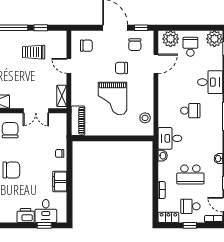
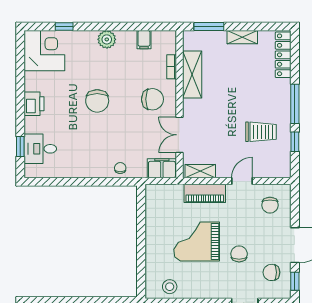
trolley: (34, 52) -> (261, 132), turned 90
piano: (78, 121) -> (205, 193), moved
filing cabinet: (60, 182) -> (162, 168), moved
printer: (26, 215) -> (34, 104), moved

